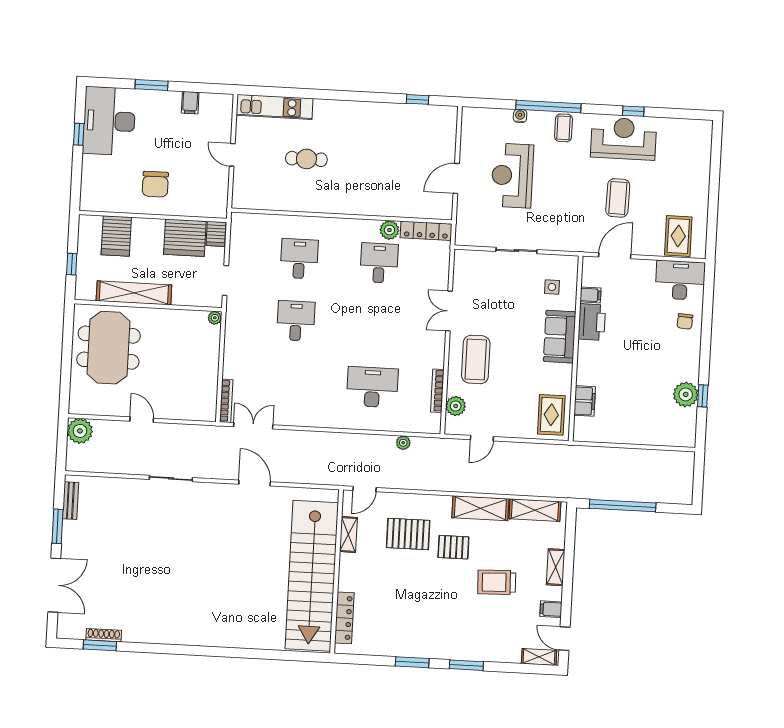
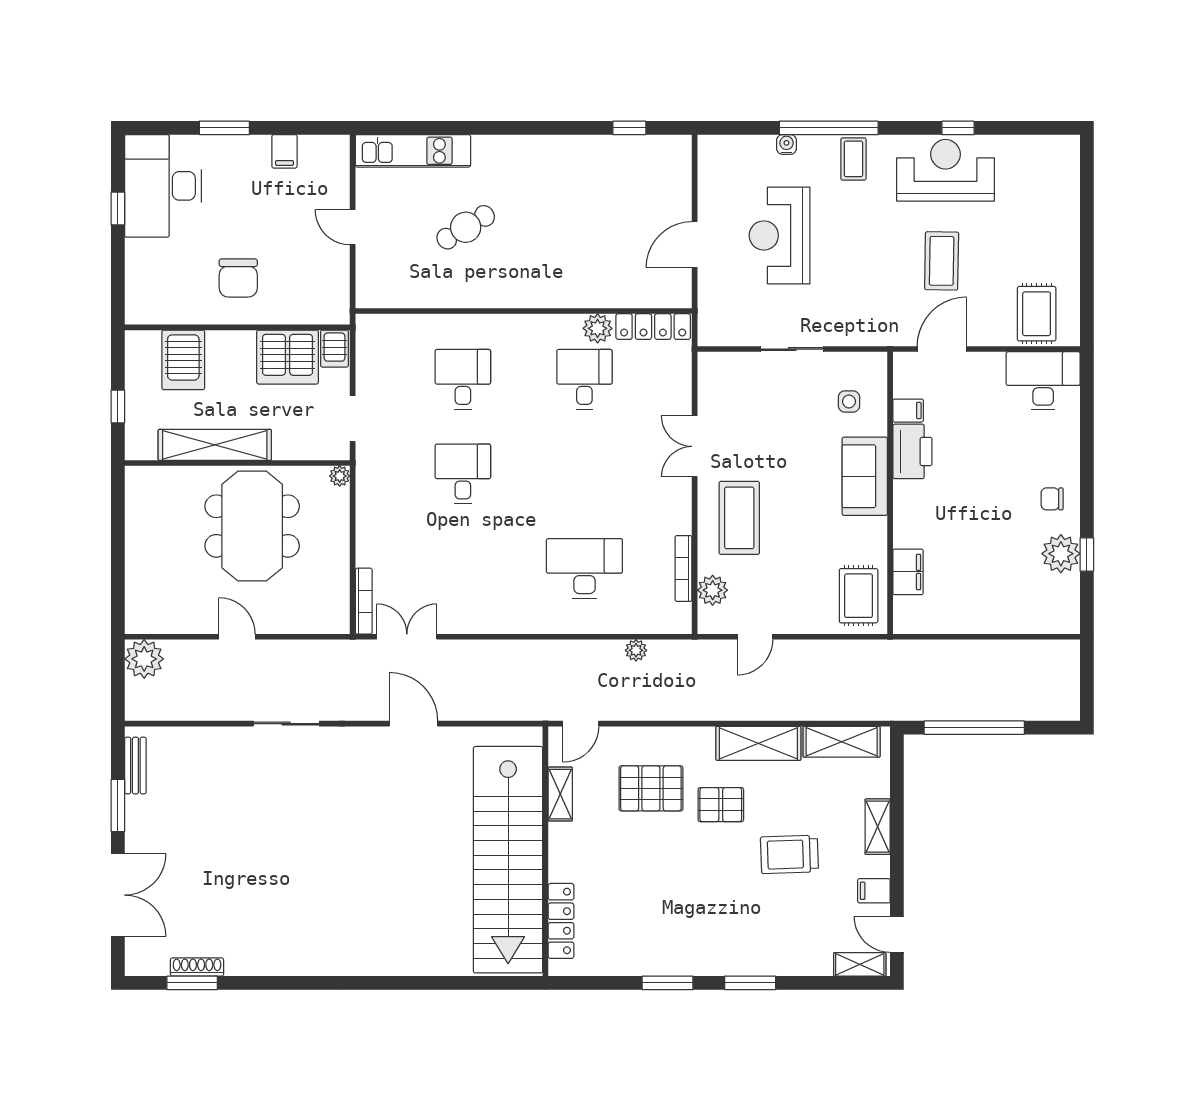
cafe table: (306, 159) -> (466, 227), turned -31
chair: (685, 321) -> (1052, 499), moved, turned 86
meeting table: (109, 348) -> (252, 526), moved

